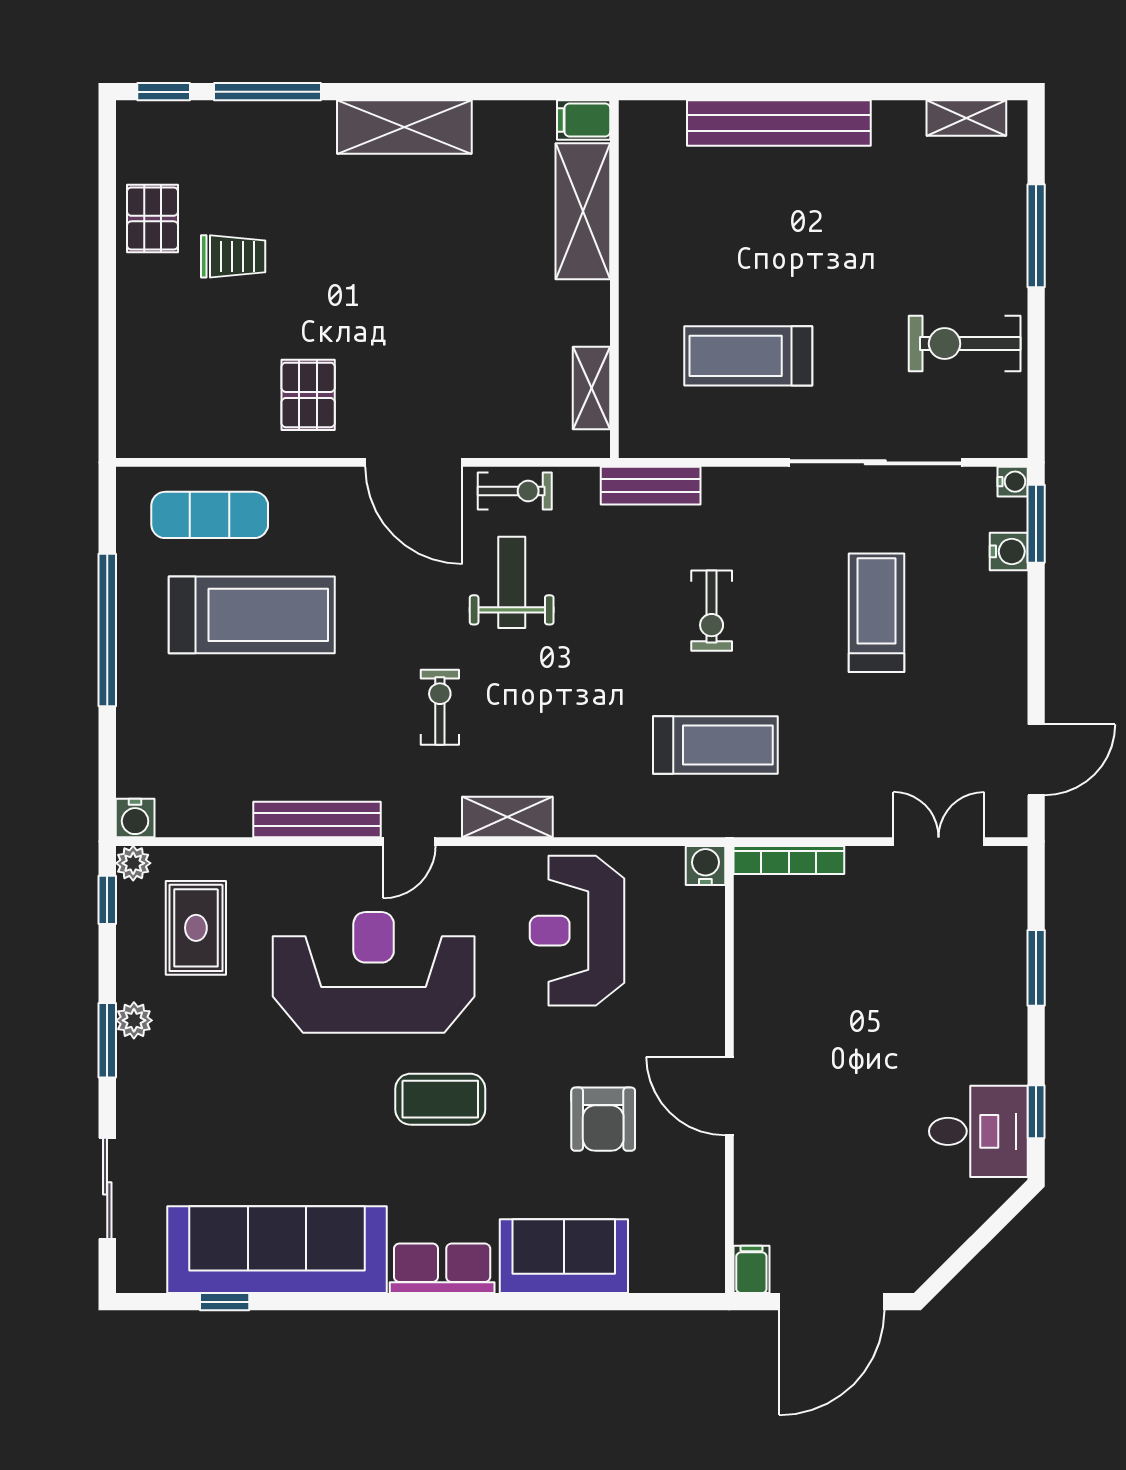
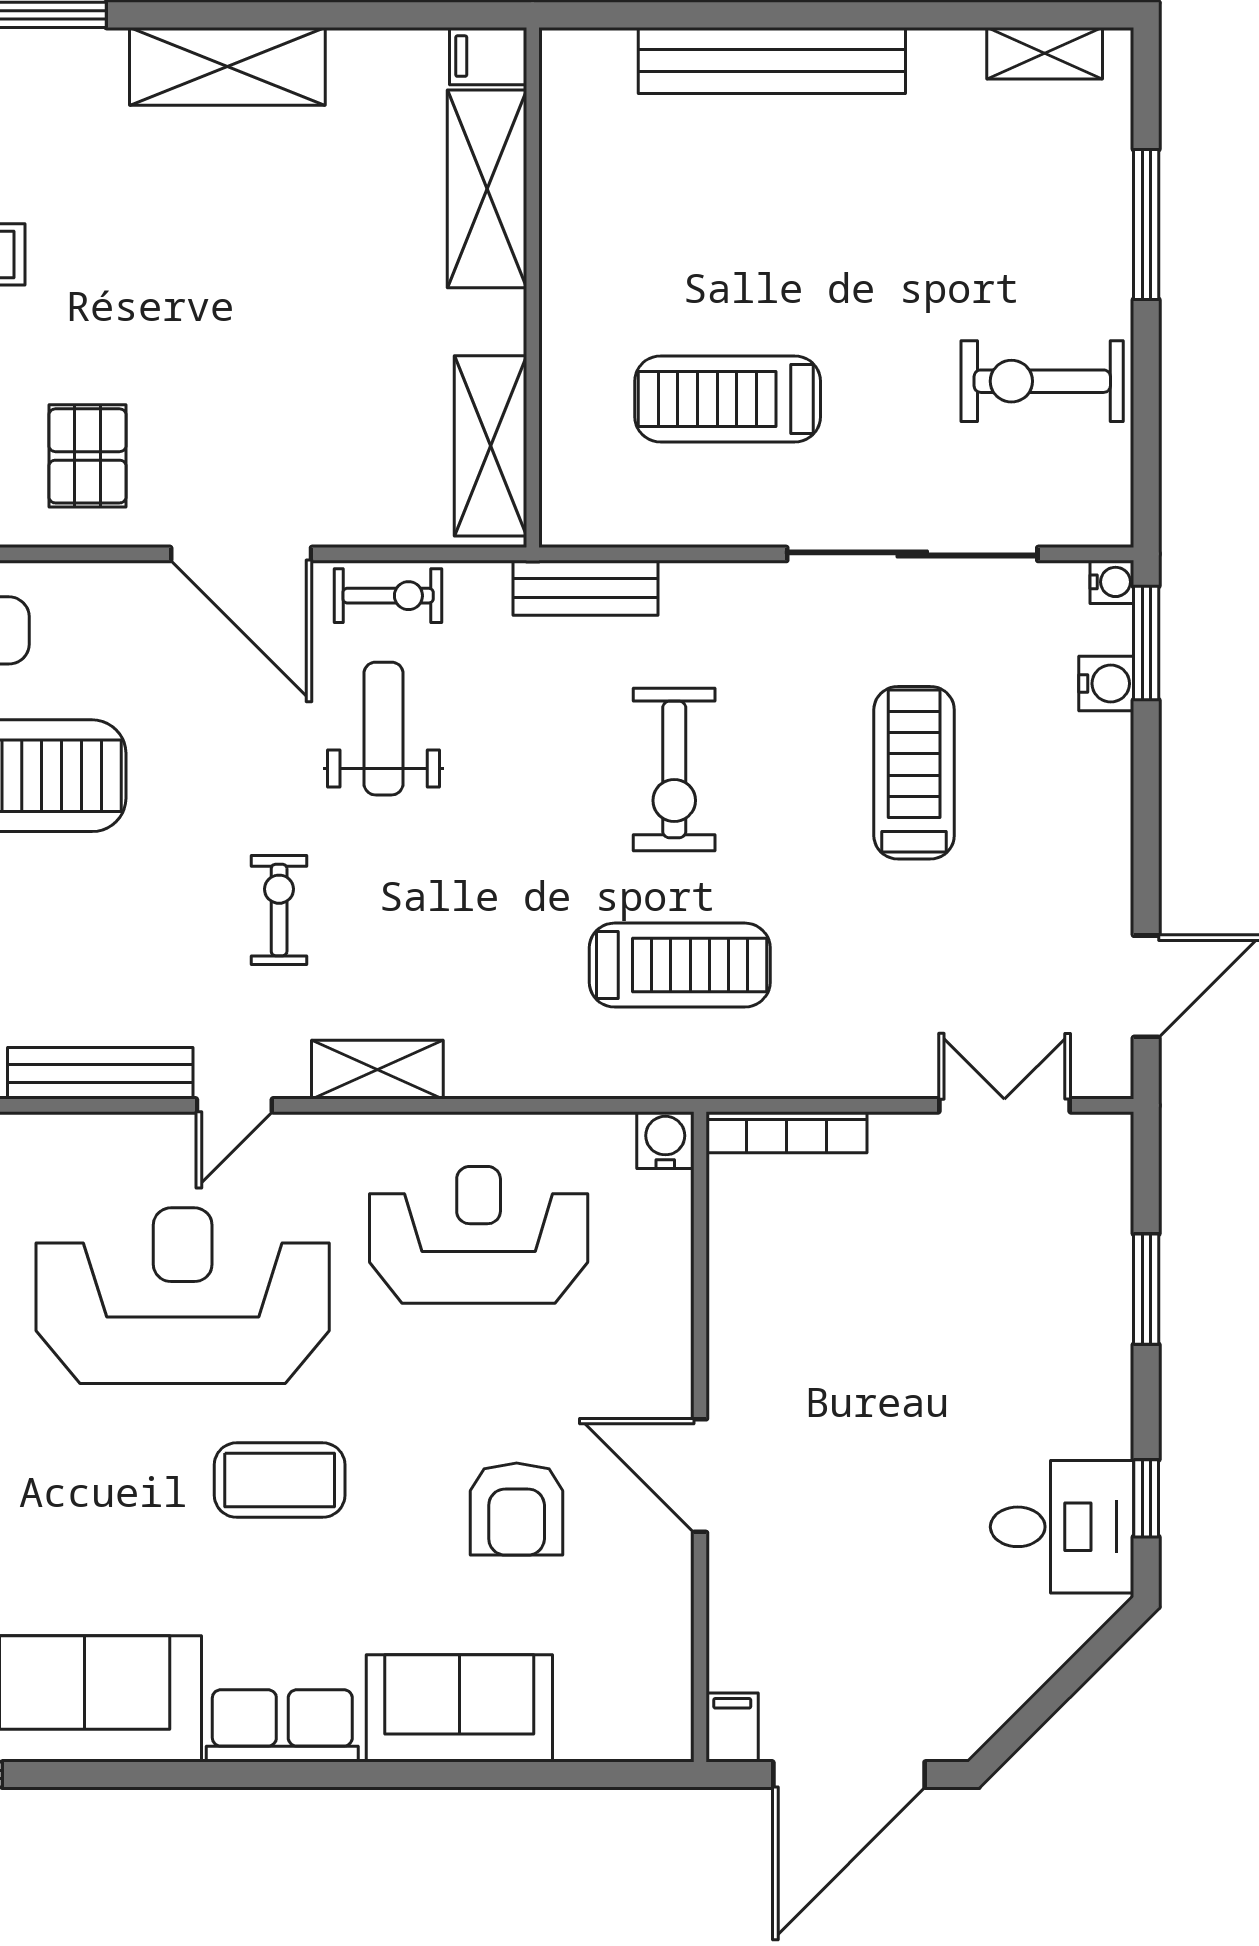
shelving: (591, 388) -> (490, 446), width x1.50, depth x1.33
exercise bike: (712, 611) -> (674, 770), width x1.38, depth x1.39
reception desk: (577, 931) -> (479, 1235), turned 90

